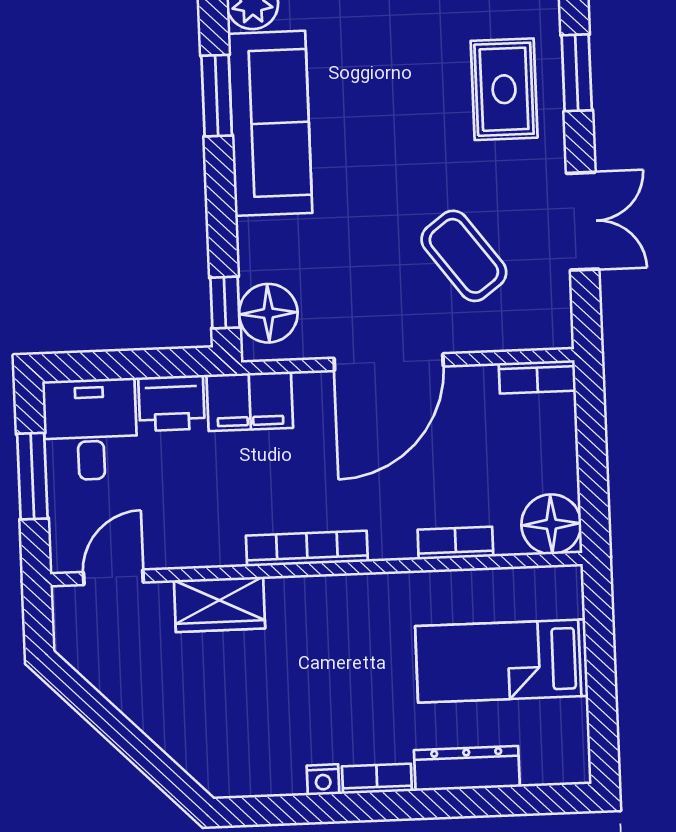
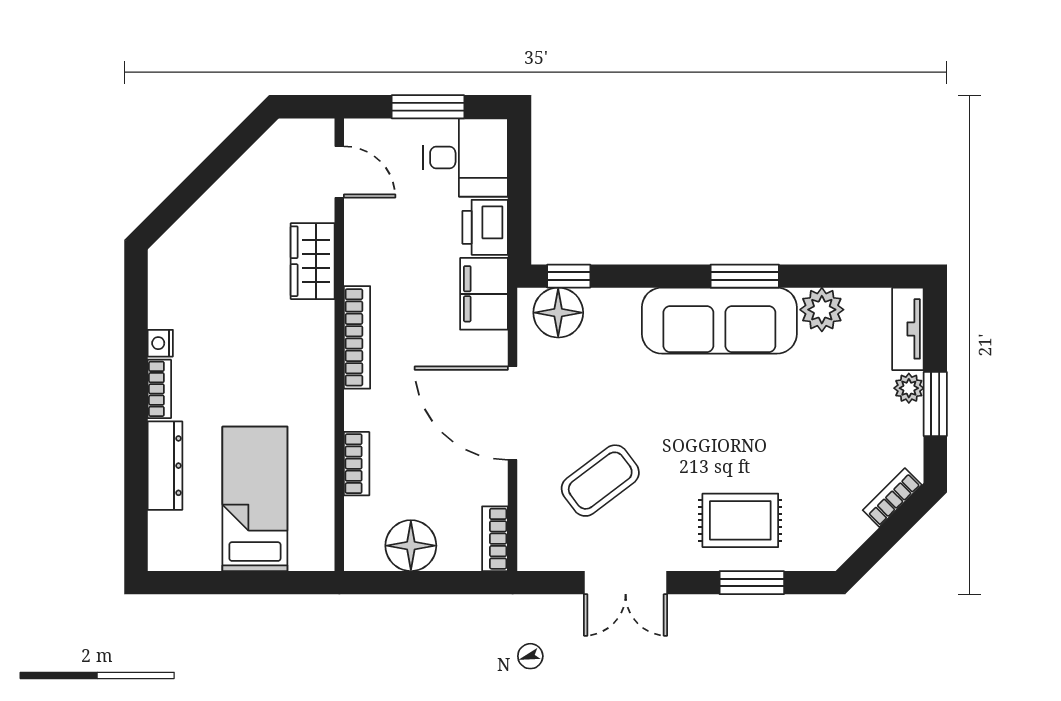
floor lamp: (551, 524) -> (411, 546), moved

